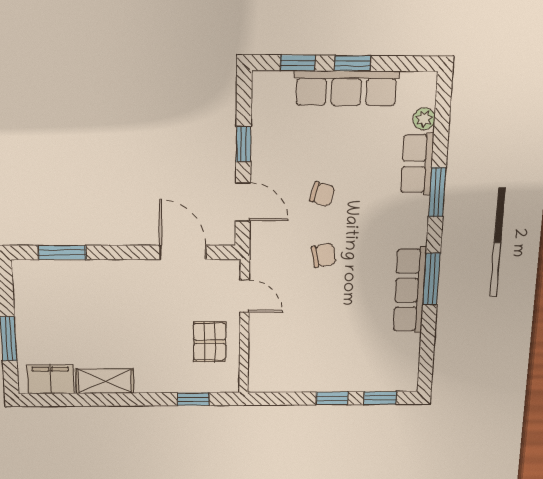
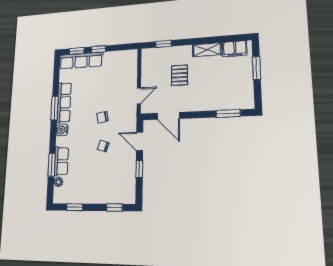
window: (352, 63) -> (75, 207), moved
row of seats: (346, 88) -> (81, 60), moved, turned 180
window: (437, 192) -> (52, 165), moved
water cooler: (415, 232) -> (62, 130), added
door: (245, 296) -> (139, 96), swing flipped
pallet: (210, 342) -> (180, 75), moved

